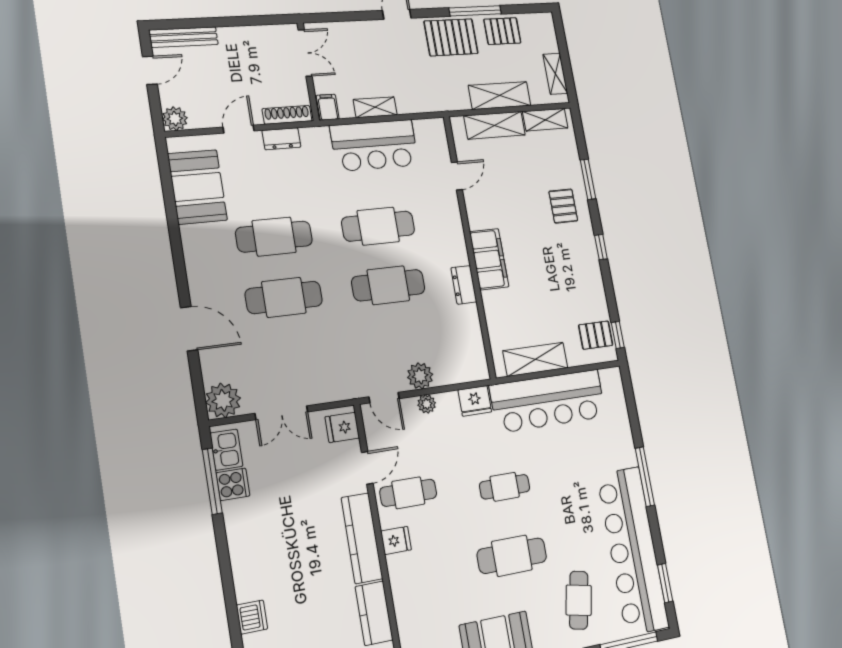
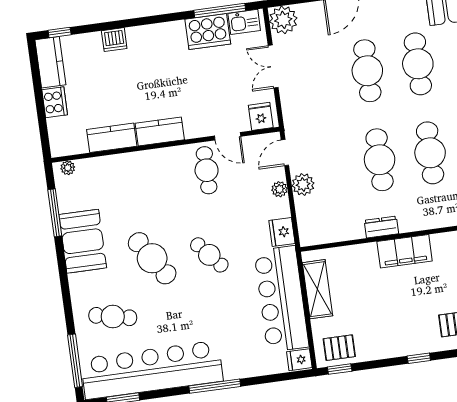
pallet: (596, 335) -> (339, 348), turned 90
cooker: (233, 484) -> (208, 32), width x1.87, depth x1.31
cafe table: (505, 487) -> (209, 255), turned -41
kitchen counter: (362, 538) -> (160, 131), width x0.67
fridge: (396, 540) -> (299, 360), moved, turned 90
cafe table: (512, 556) -> (152, 258), turned -33

